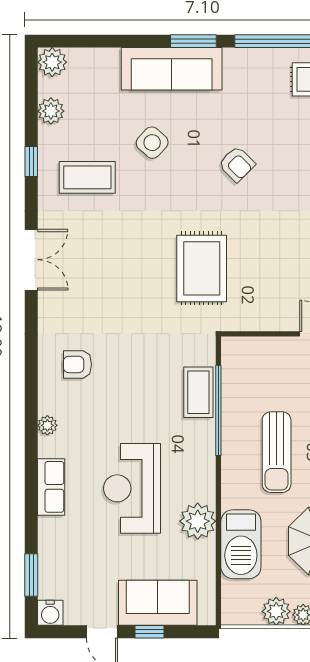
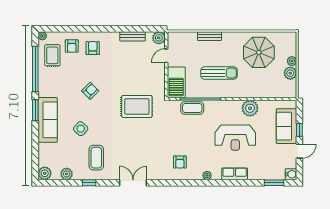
barbecue: (241, 544) -> (176, 82), moved, turned 90

